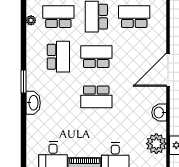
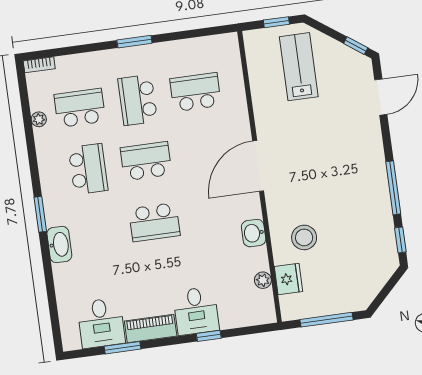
plant: (156, 144) -> (263, 280), width x0.53, depth x0.53

